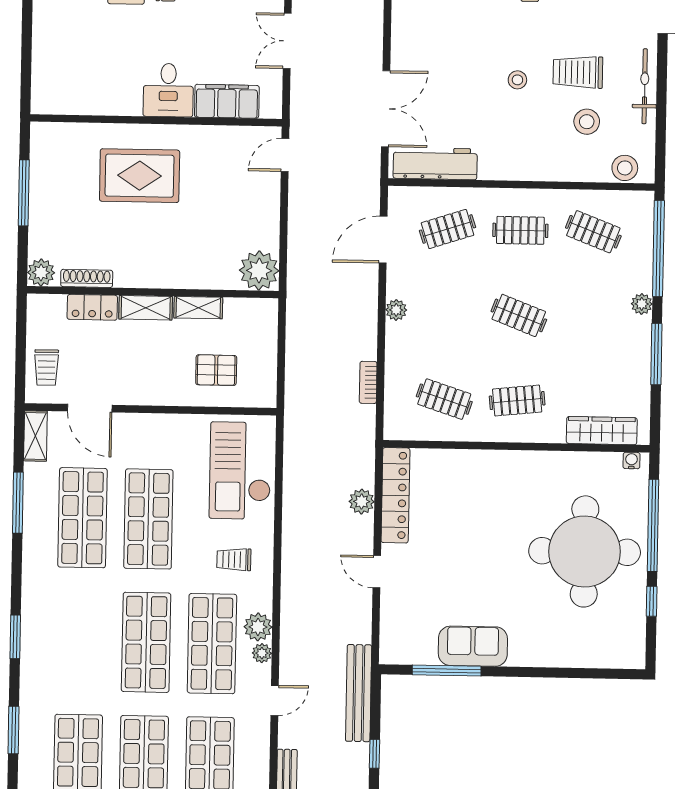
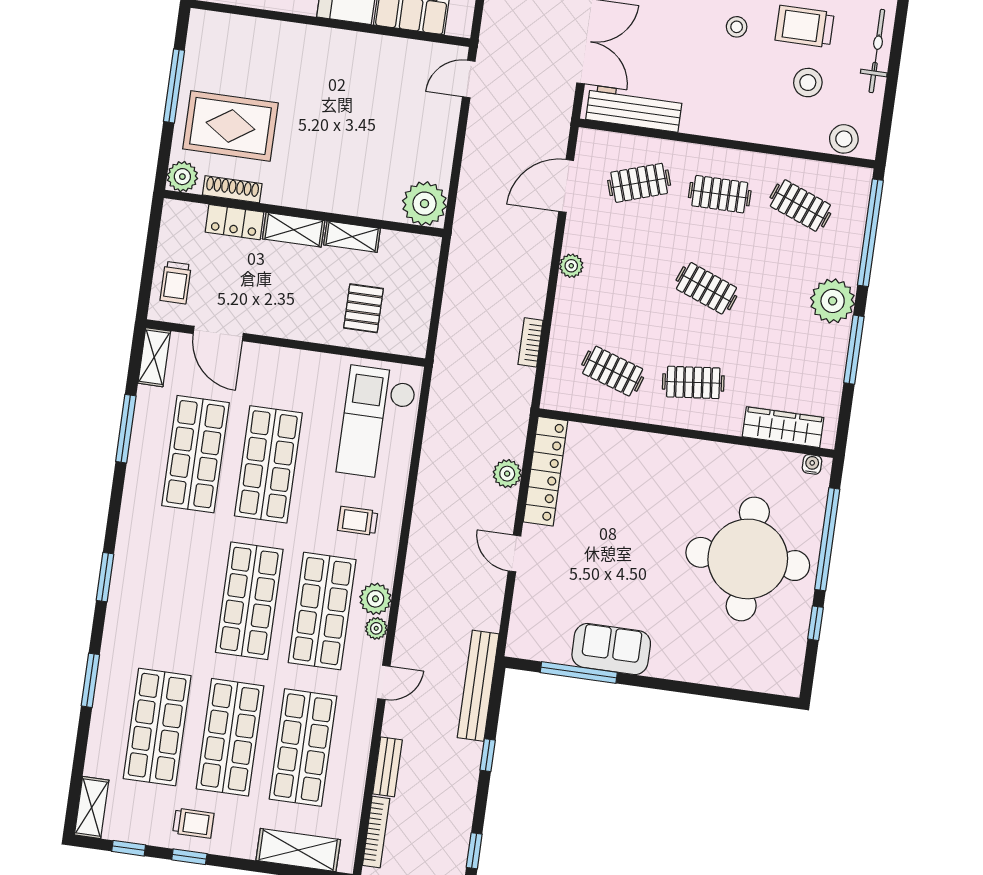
rug: (140, 176) -> (230, 126), moved
plant: (642, 304) -> (833, 301), width x1.88, depth x1.88
pallet: (216, 370) -> (363, 308), turned 90

